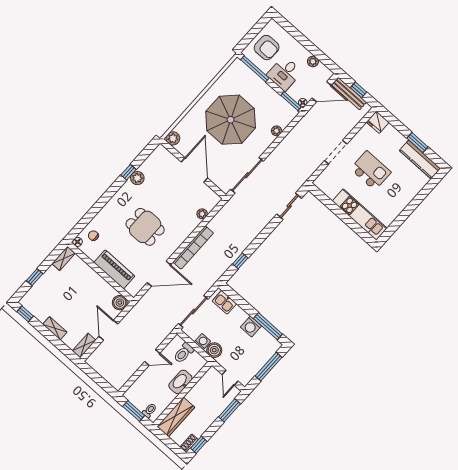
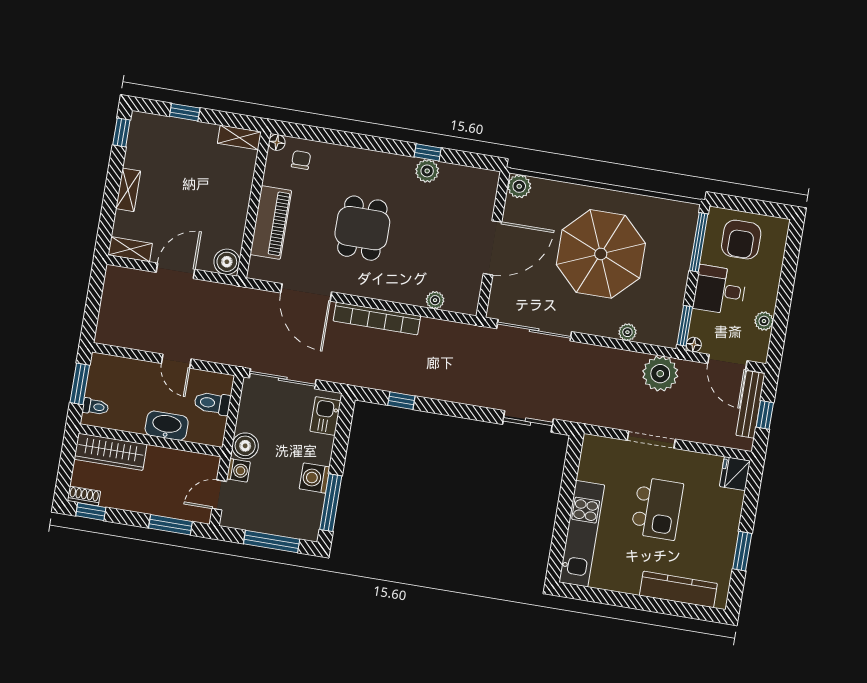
plant: (307, 128) -> (660, 374), added
kitchen counter: (420, 159) -> (678, 589), moved, turned 90
washing machine: (202, 342) -> (238, 470), moved

